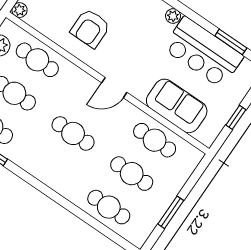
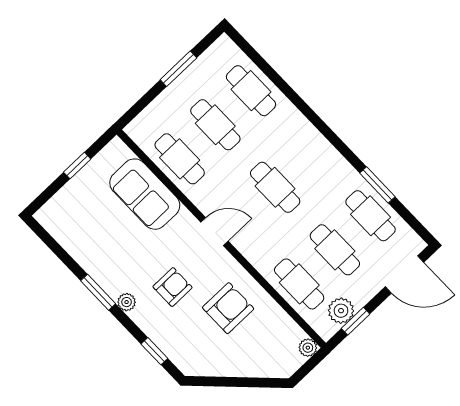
armchair: (139, 36) -> (172, 287), added
window: (231, 42) -> (98, 292), moved
bar counter: (203, 52) -> (100, 251), removed

